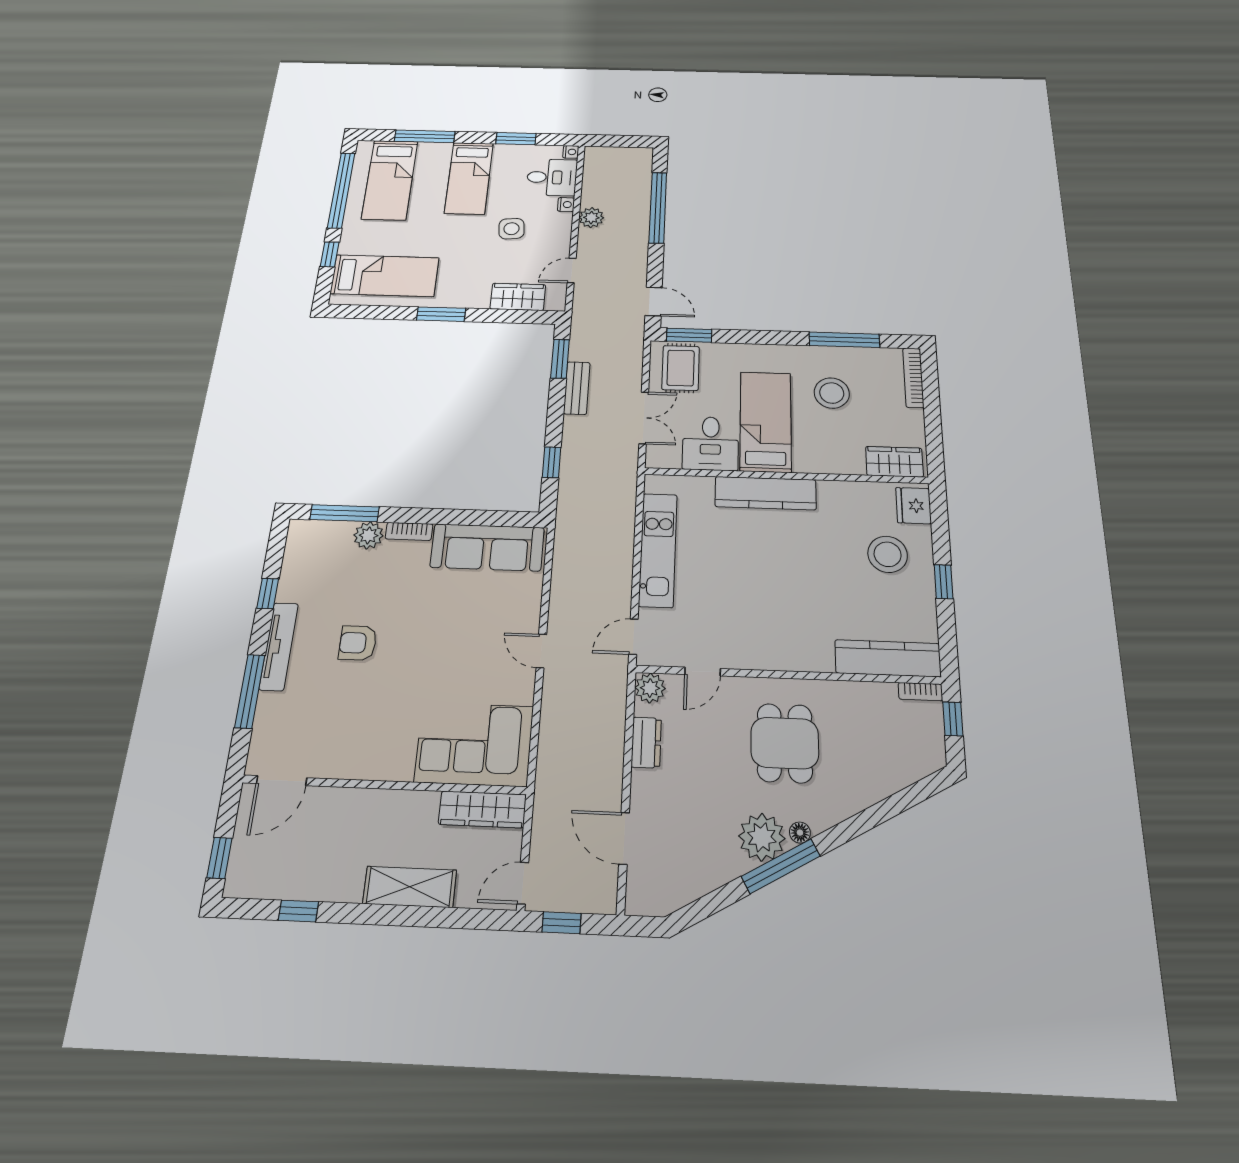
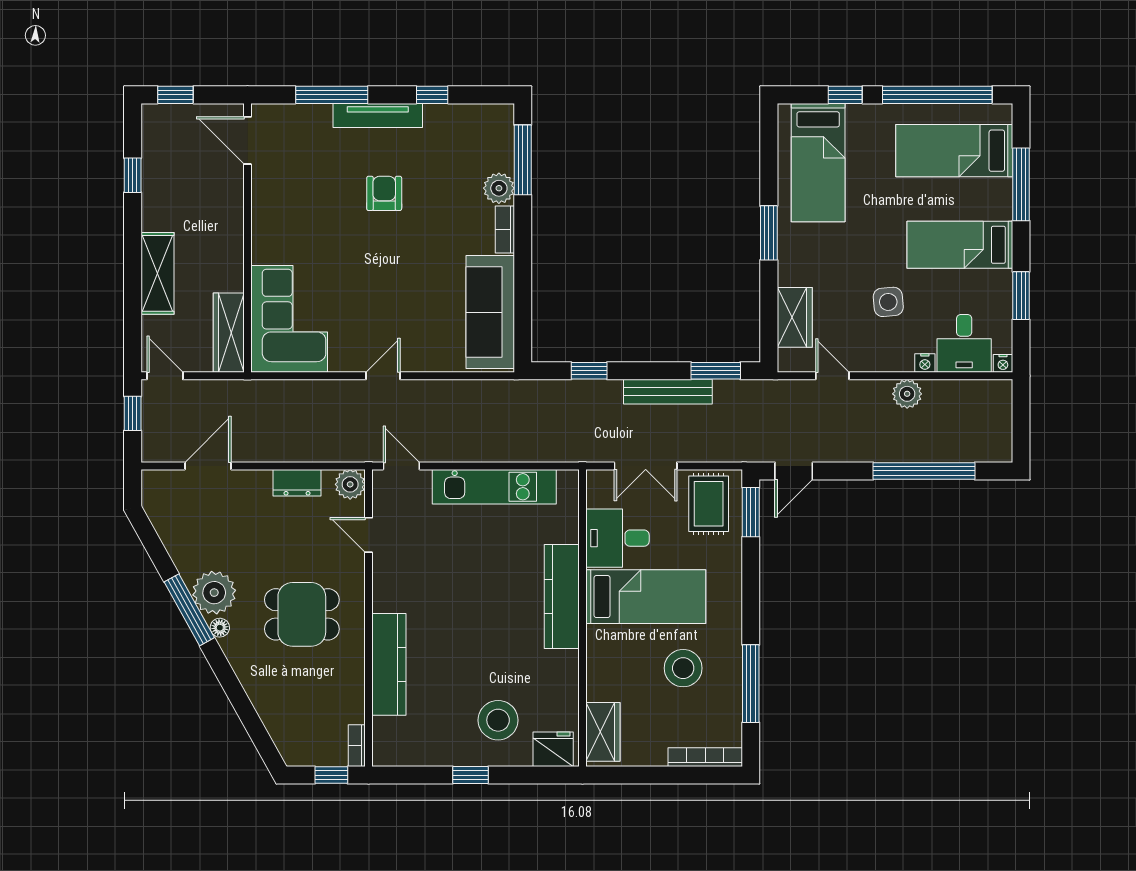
rug: (681, 368) -> (709, 504), turned 90
bench: (577, 388) -> (668, 392), width x1.36
kitchen counter: (888, 658) -> (389, 664), moved

